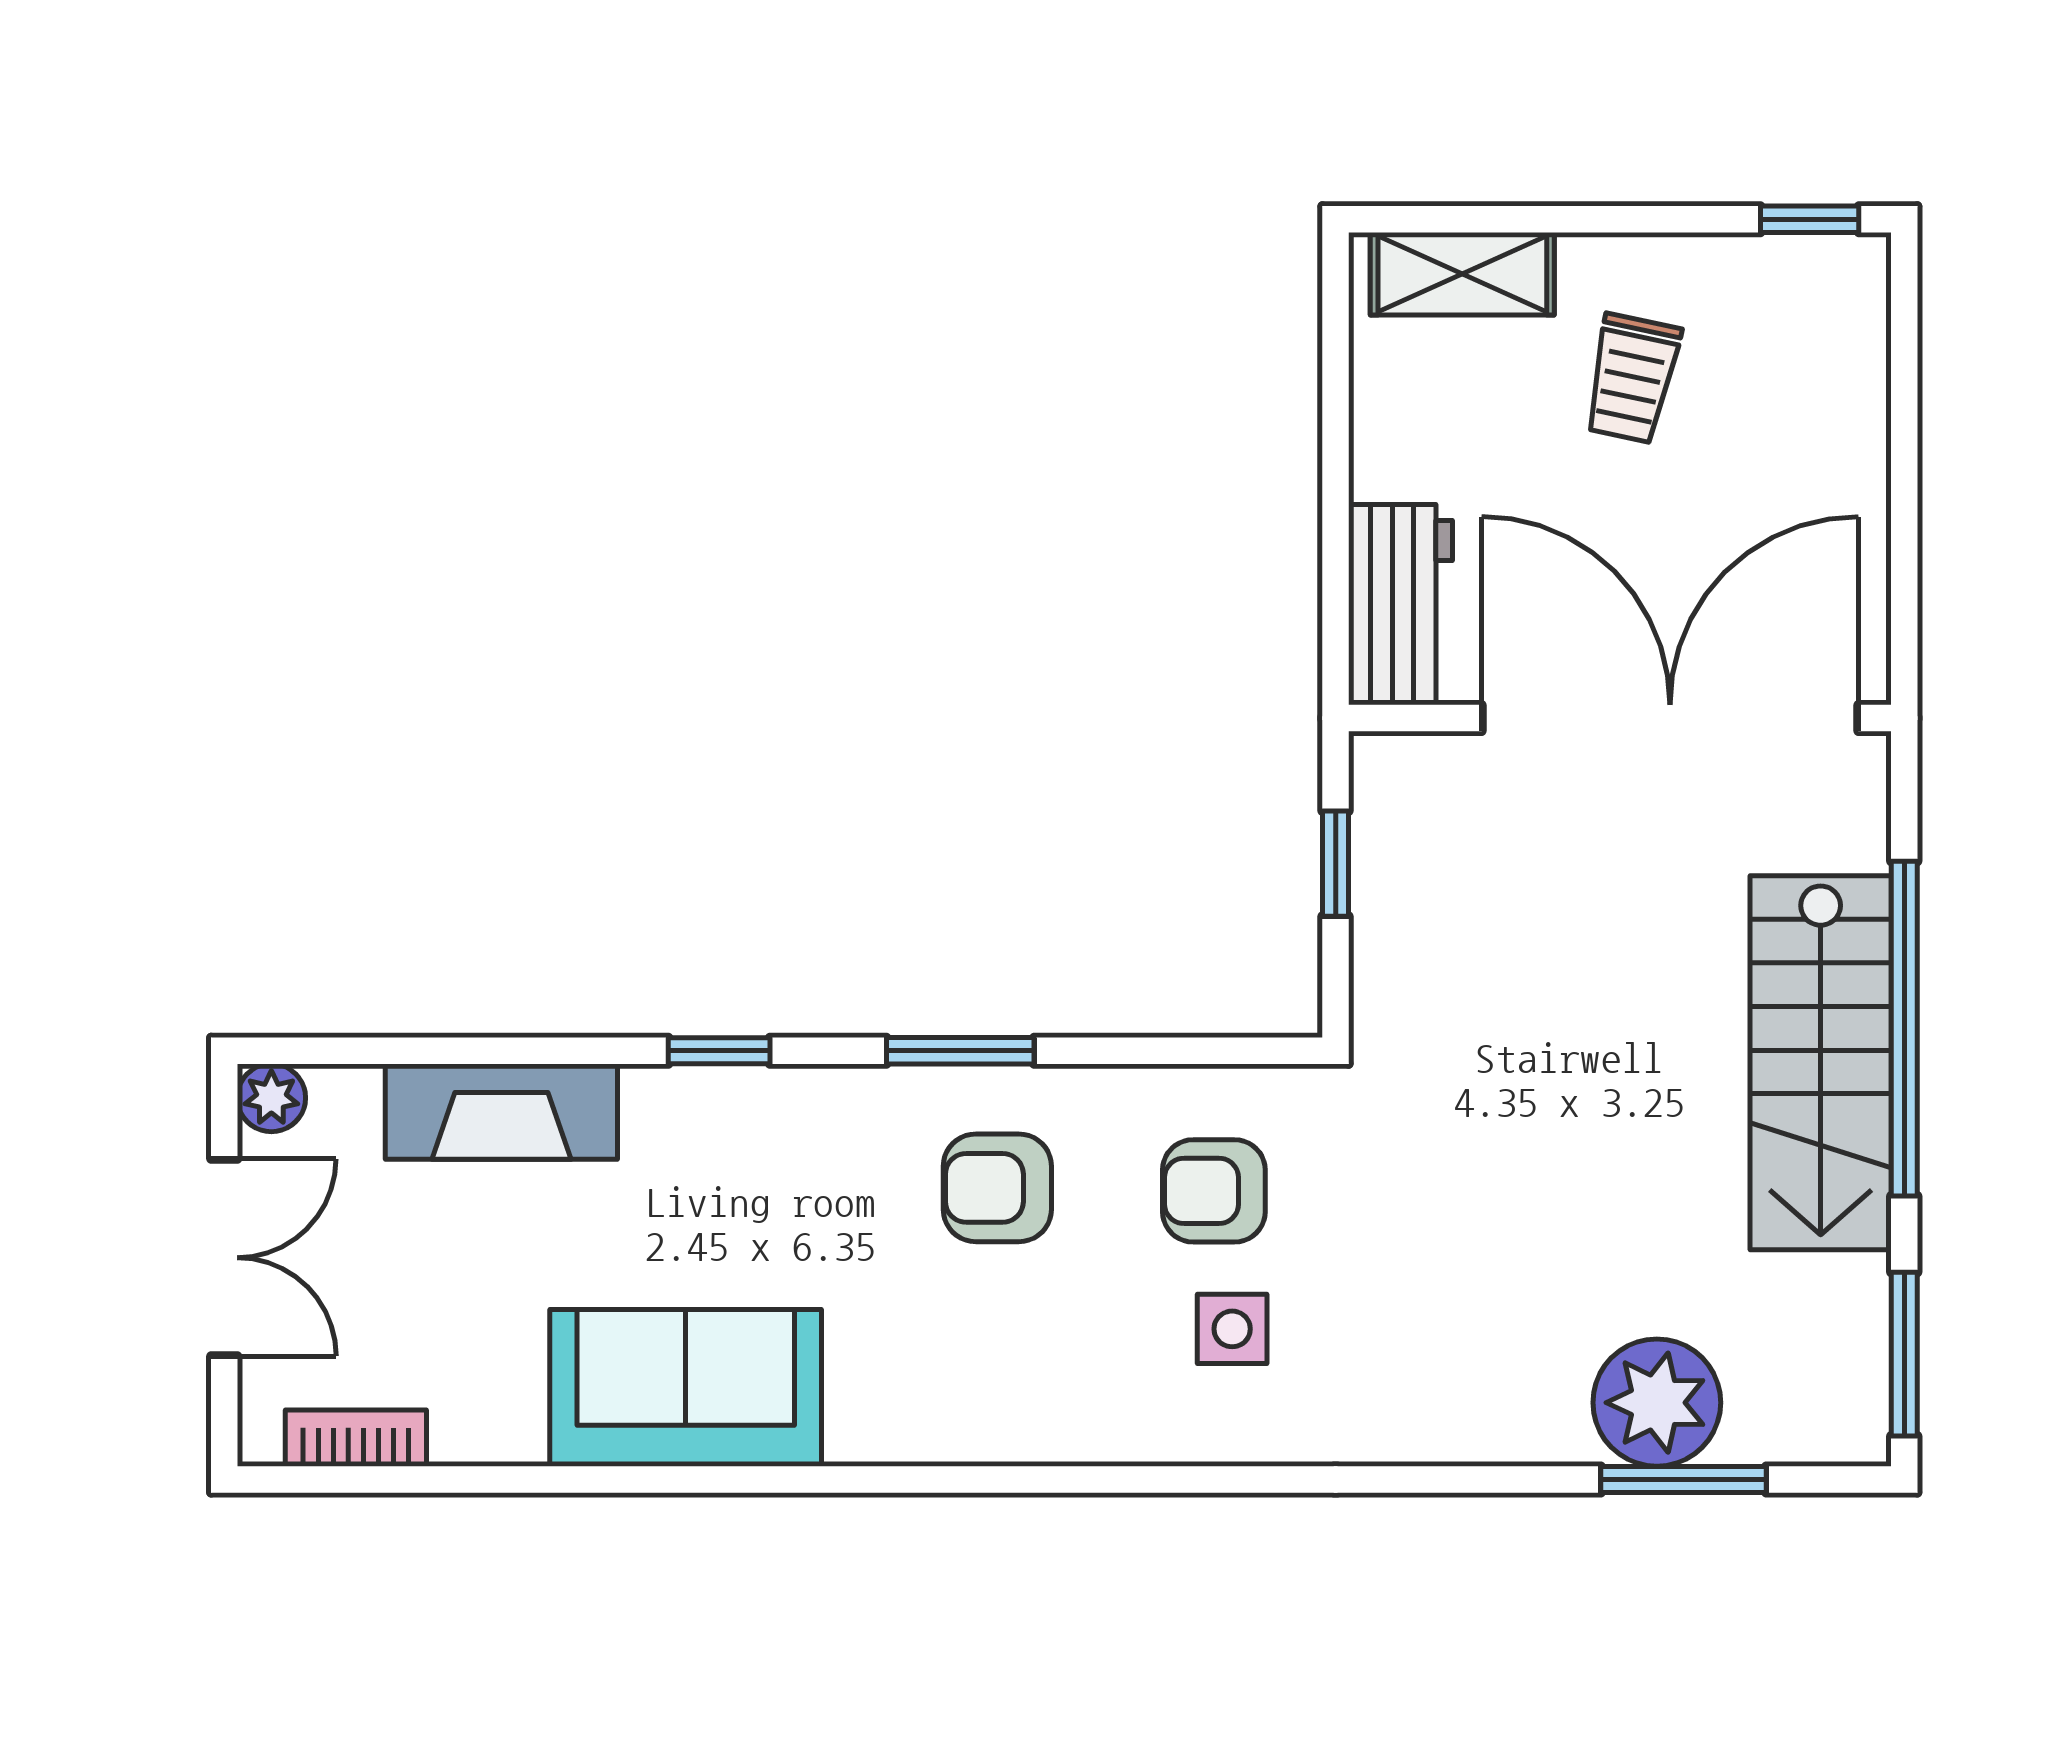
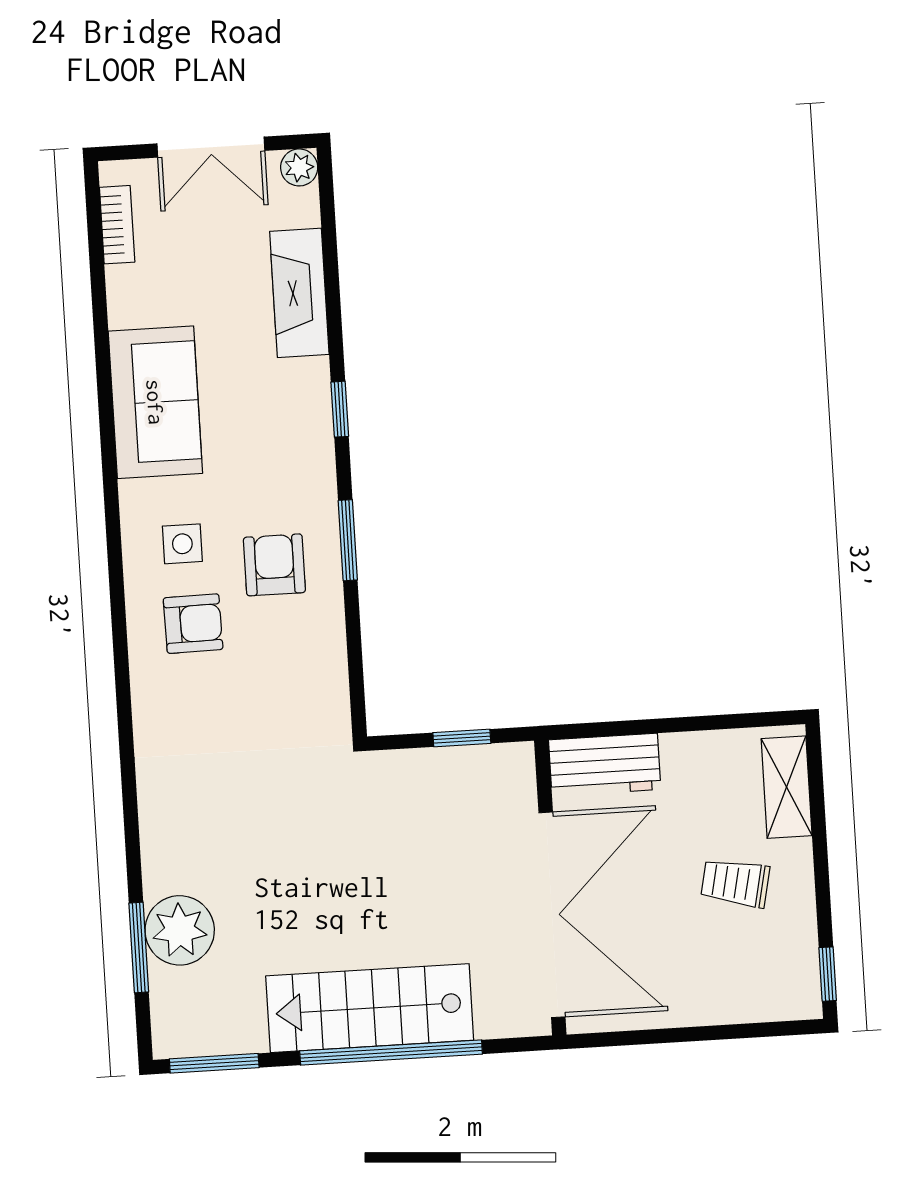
armchair: (1214, 1191) -> (193, 624), moved, turned 89
side table: (1232, 1329) -> (182, 544), moved

